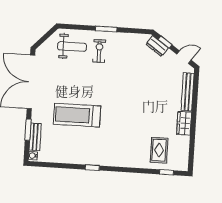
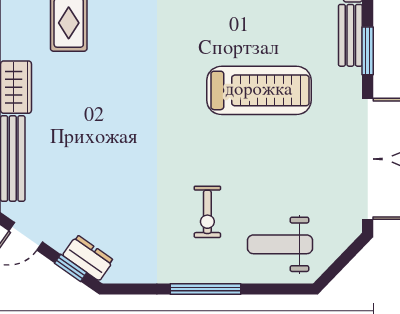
window: (106, 29) -> (205, 289), width x1.44
exercise bike: (99, 51) -> (207, 212), moved

